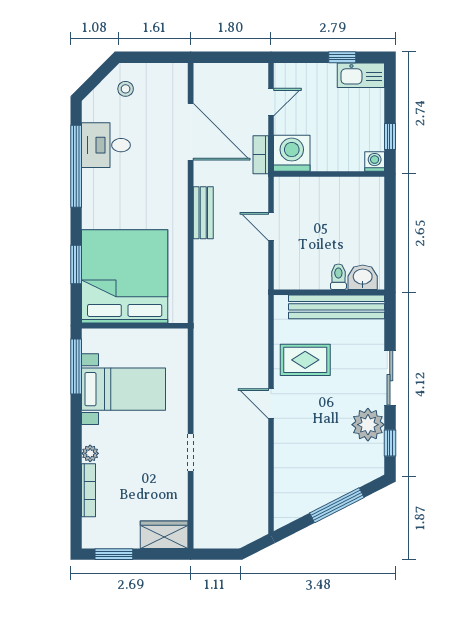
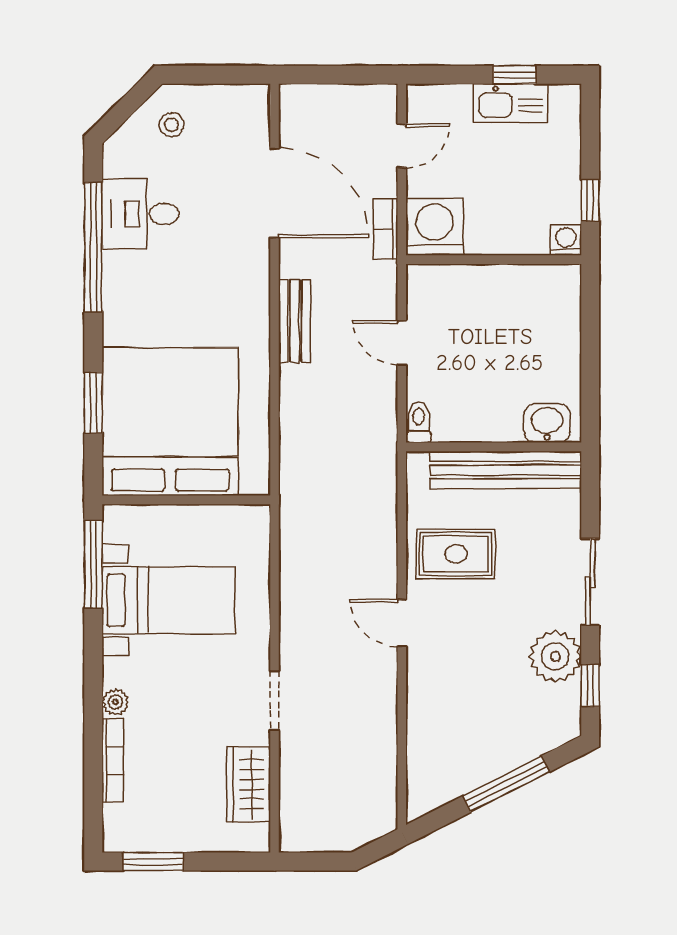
kitchen sink: (361, 75) -> (510, 103), moved
toilet: (338, 277) -> (419, 422), moved
wardrobe: (164, 535) -> (248, 784), moved, turned -90

